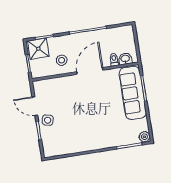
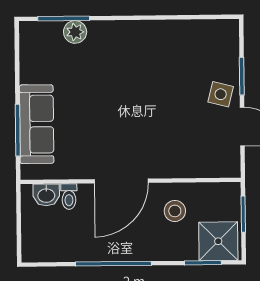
sofa: (133, 93) -> (37, 124), width x0.74, depth x0.79
plant: (144, 137) -> (75, 32), moved

